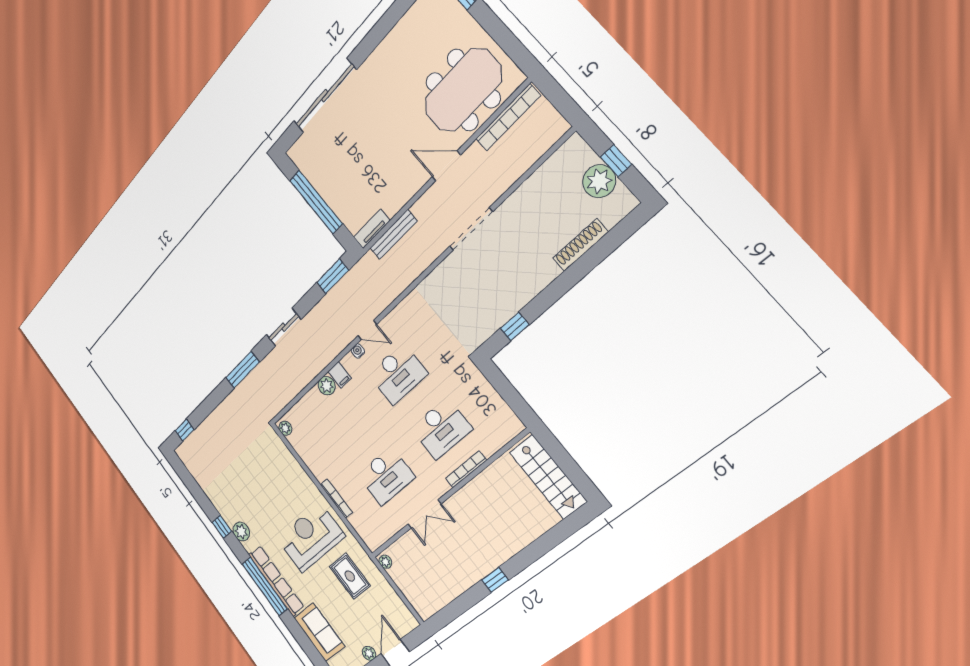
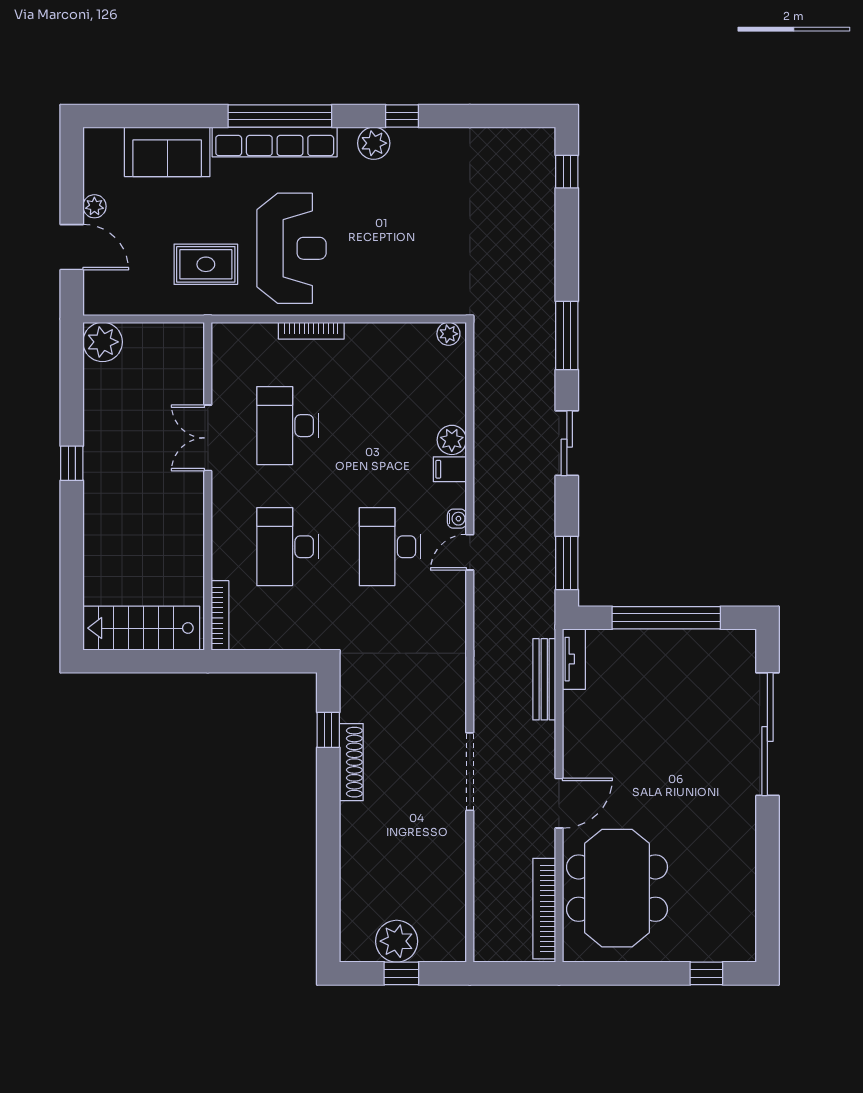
shoe rack: (580, 245) -> (351, 762), moved
bookcase: (466, 469) -> (220, 615), moved
plant: (385, 562) -> (103, 342), moved, width x1.88, depth x1.88

